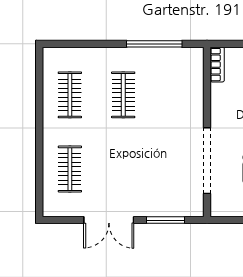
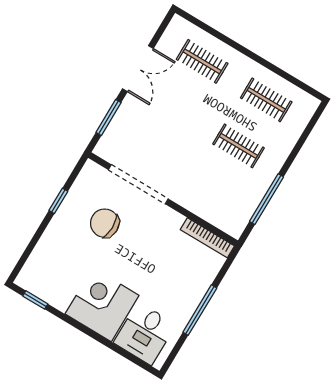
bookcase: (217, 65) -> (207, 238), width x1.56
double door: (109, 220) -> (138, 69), swing flipped

